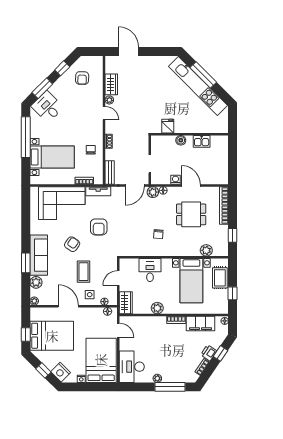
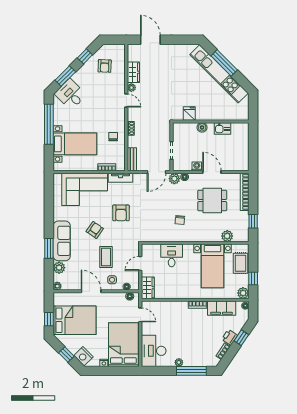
plant: (157, 308) -> (243, 293), moved

